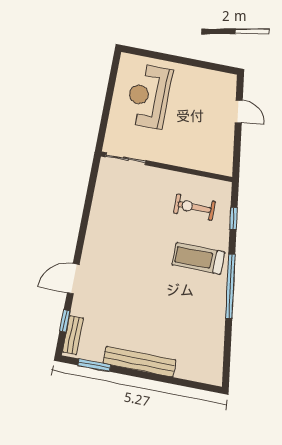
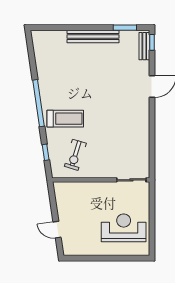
reception desk: (149, 96) -> (124, 228), turned -90
exercise bike: (194, 207) -> (75, 155), turned 107
window: (65, 321) -> (152, 42), moved

